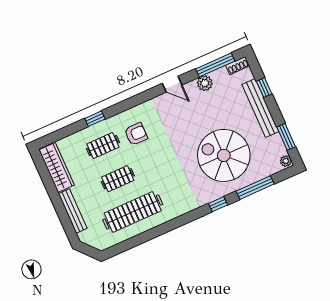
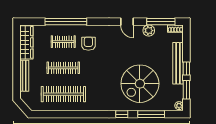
window: (264, 88) -> (186, 69), moved
window: (95, 119) -> (66, 22), width x3.17
armchair: (136, 134) -> (88, 44), turned -90
spiral stairs: (224, 155) -> (140, 84), turned -90
clothes rail: (118, 179) -> (63, 68), width x1.36

